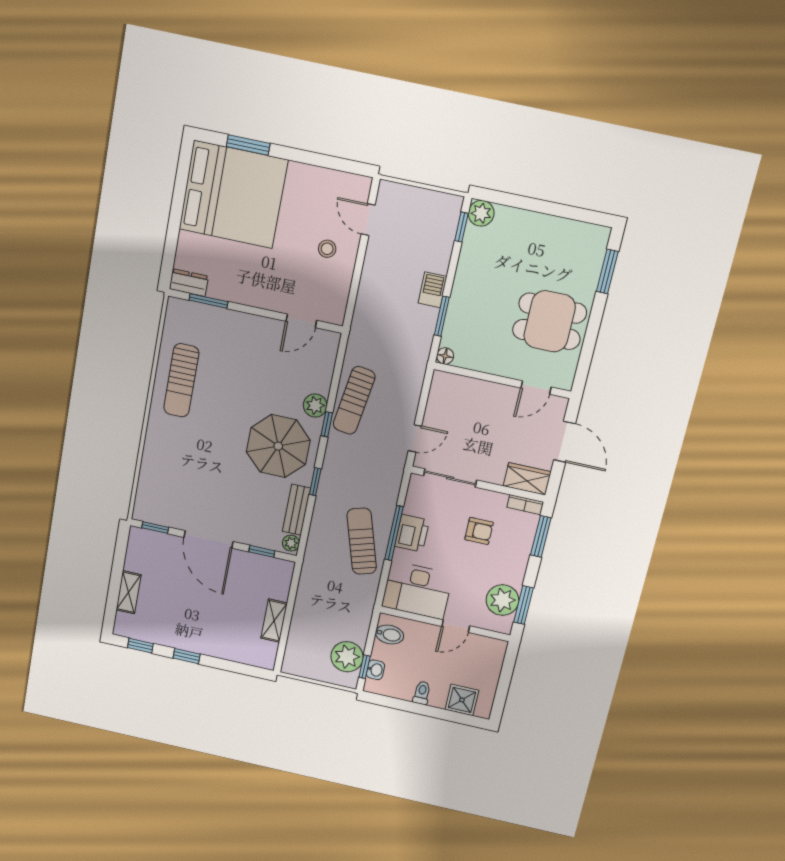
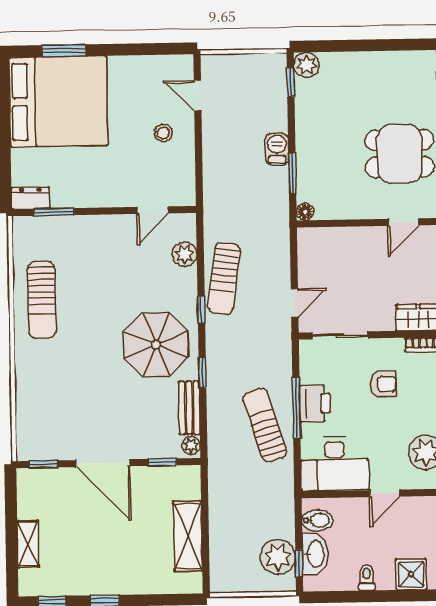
plant: (315, 406) -> (184, 254), moved
shelving: (274, 621) -> (188, 536), width x1.50, depth x1.33
washbasin: (375, 670) -> (315, 554), width x1.91, depth x1.45

